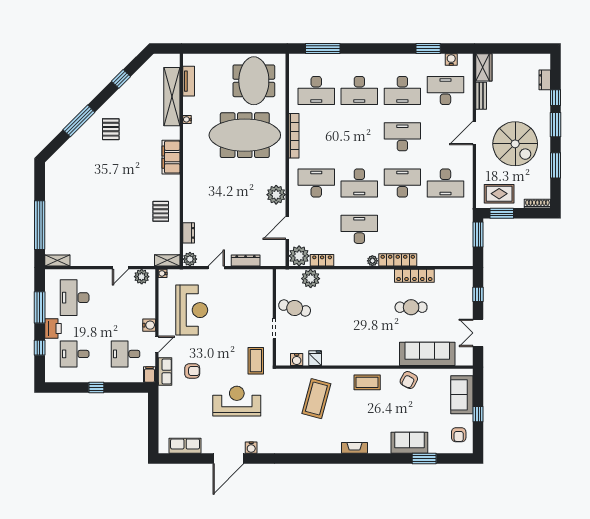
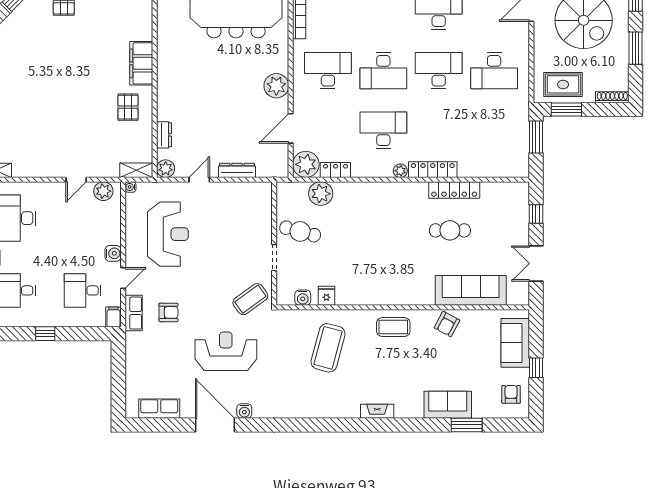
filing cabinet: (171, 157) -> (141, 63), moved
coffee table: (256, 361) -> (250, 299), turned 54
armchair: (459, 435) -> (511, 394), turned 180
door: (228, 458) -> (215, 425), swing flipped

